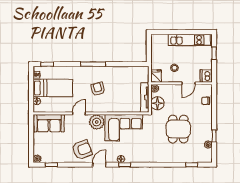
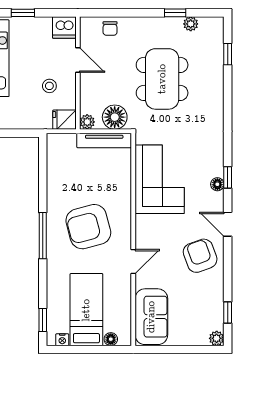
armchair: (98, 89) -> (88, 227), width x1.88, depth x1.88
door: (79, 113) -> (133, 261), swing flipped
plant: (97, 122) -> (149, 229), removed
dining table: (178, 129) -> (162, 79), width x1.38

